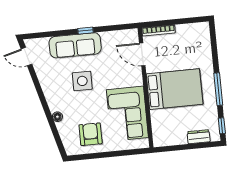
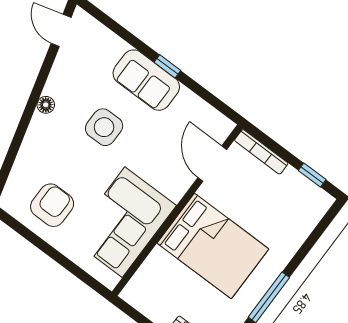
window: (189, 20) -> (312, 175), added
sofa: (75, 45) -> (146, 80), width x0.73
floor lamp: (57, 117) -> (46, 105), moved

